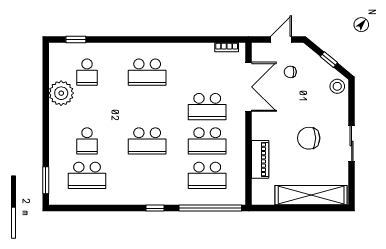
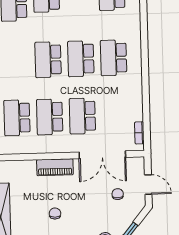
school desk: (147, 107) -> (81, 59), added
chair: (309, 138) -> (55, 213), width x0.54, depth x0.54
piano: (260, 159) -> (55, 167), moved

